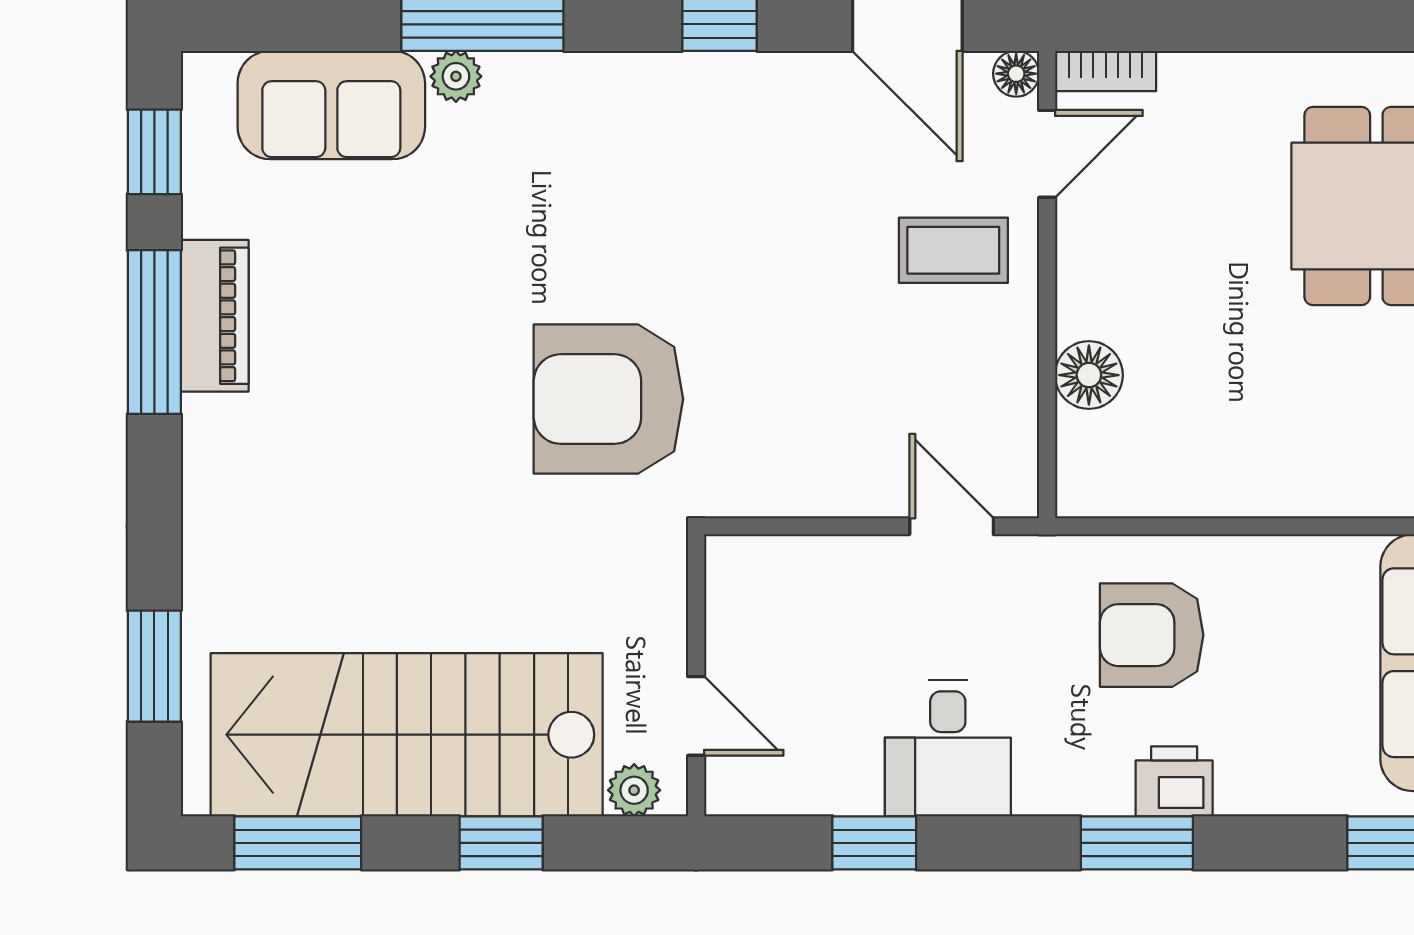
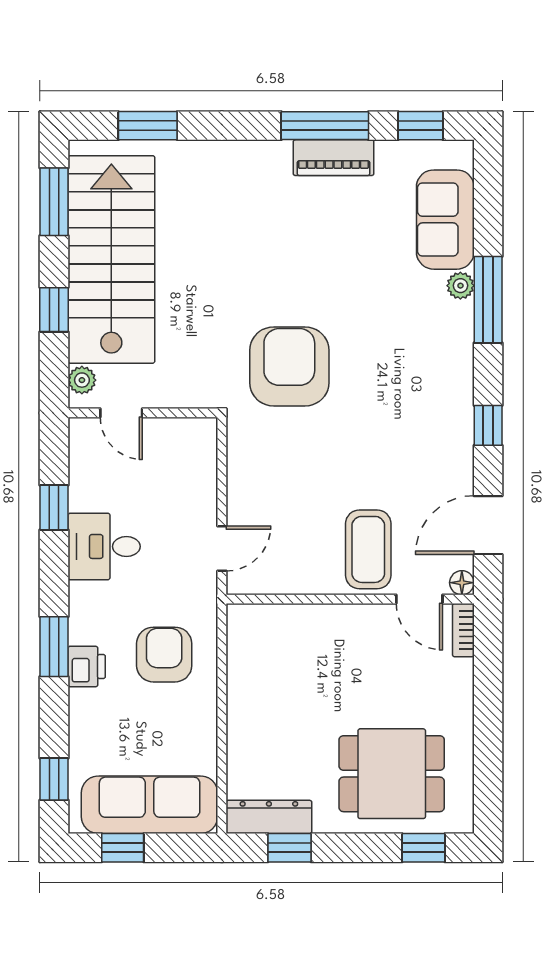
coffee table: (953, 250) -> (368, 549), width x1.36, depth x1.30
floor lamp: (1089, 375) -> (302, 621), removed
door: (696, 716) -> (121, 413), hinge flipped

